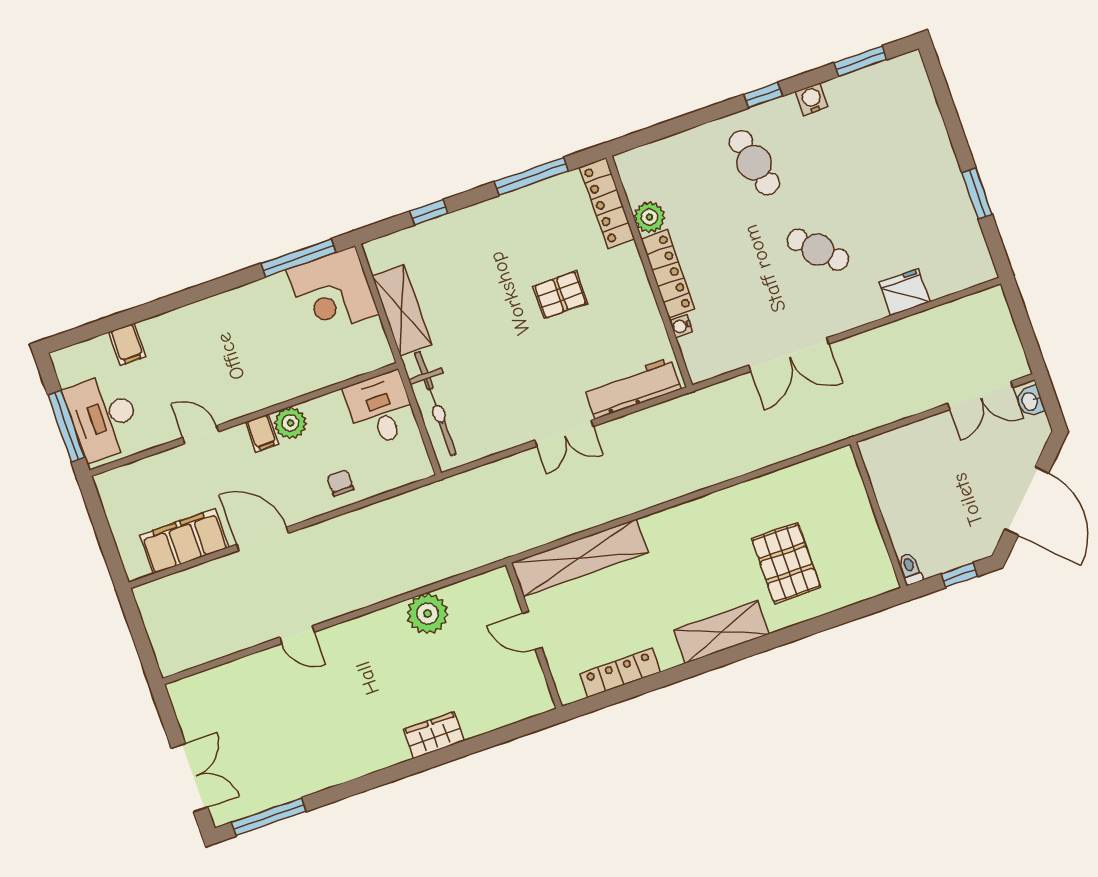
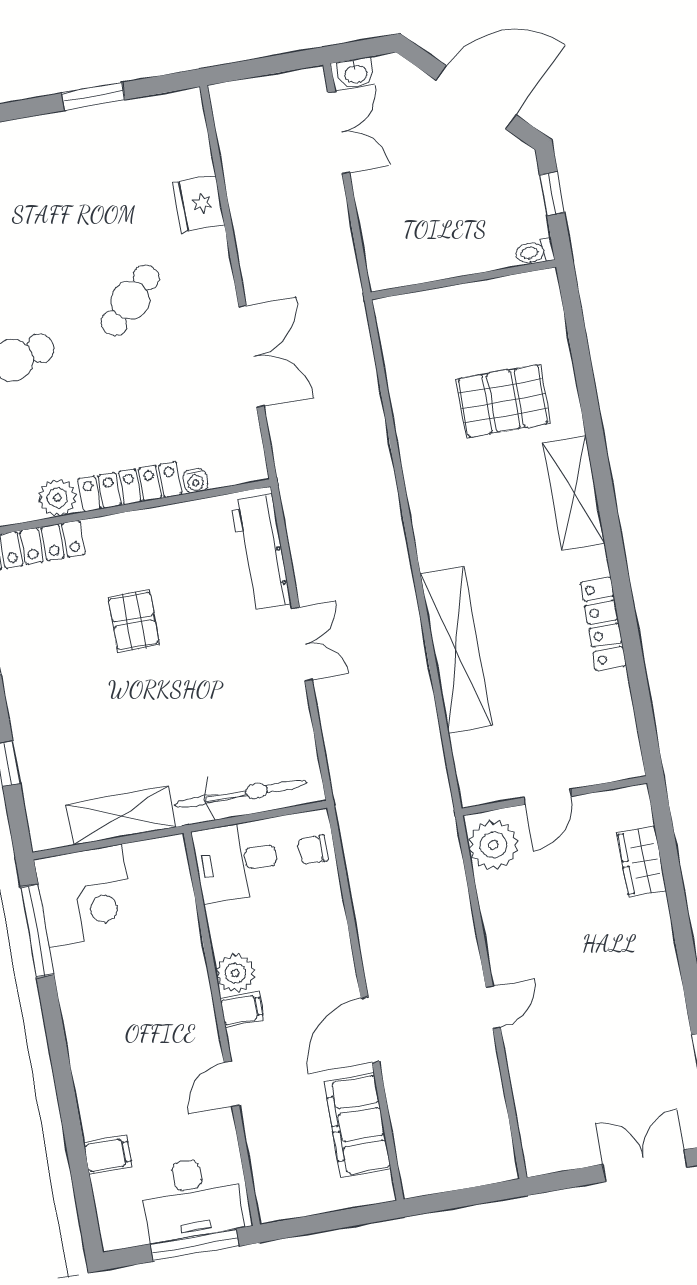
chair: (340, 483) -> (313, 850), moved
door: (532, 630) -> (548, 797), moved
wall: (534, 636) -> (554, 796), moved

